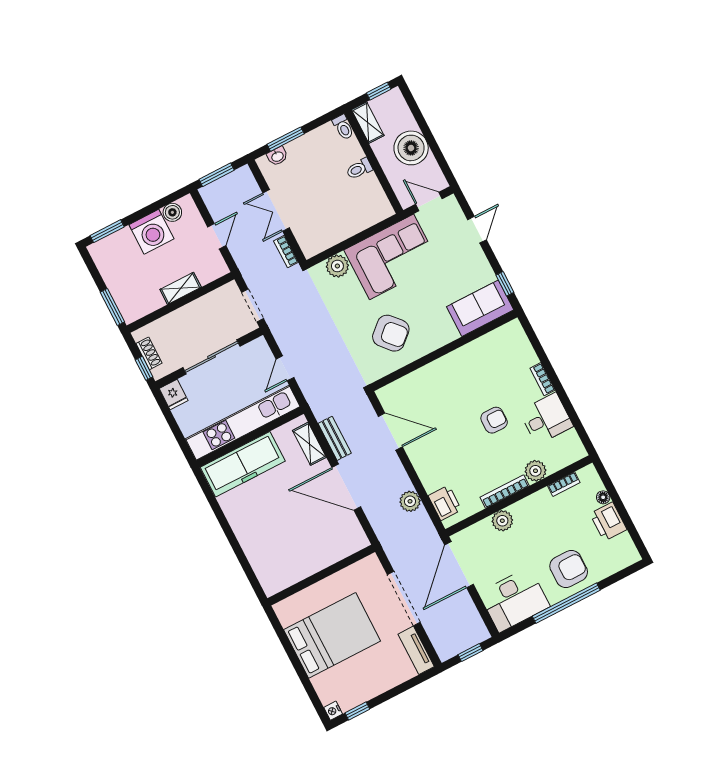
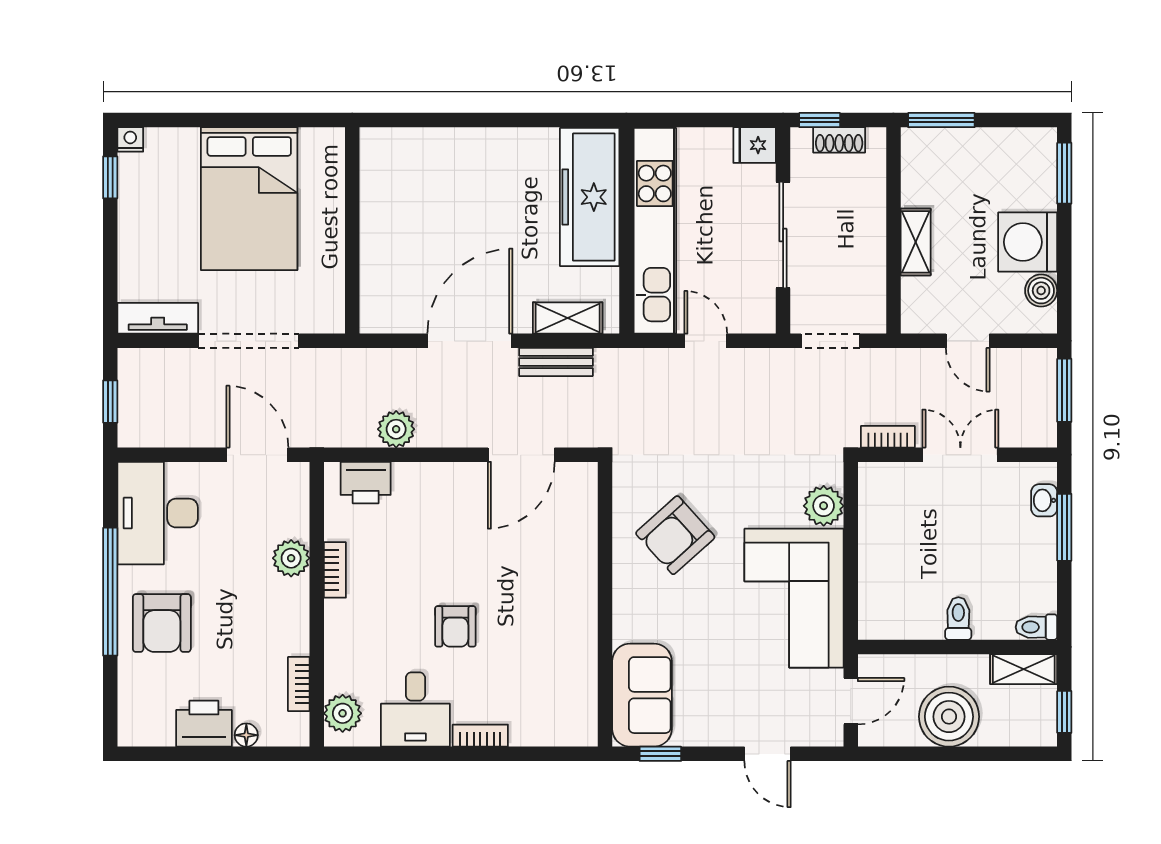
plant: (535, 471) -> (343, 713), moved
bookcase: (505, 492) -> (335, 570), width x0.64
door: (459, 565) -> (257, 455), width x0.73

